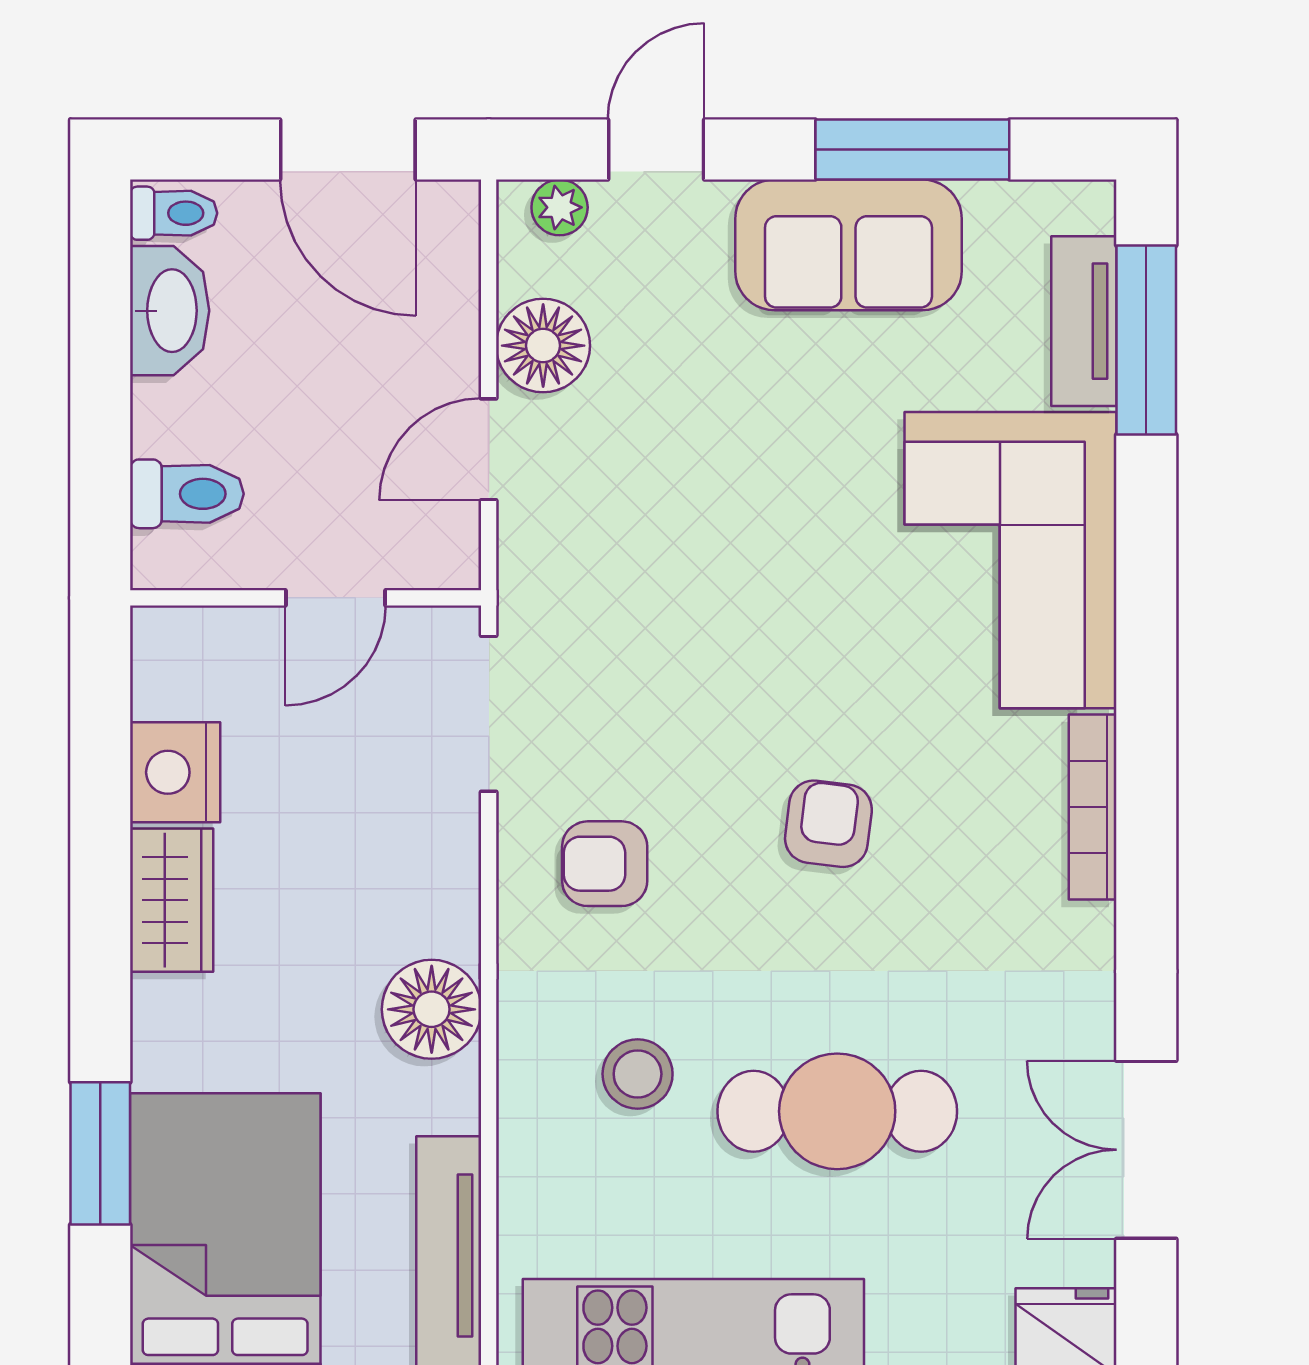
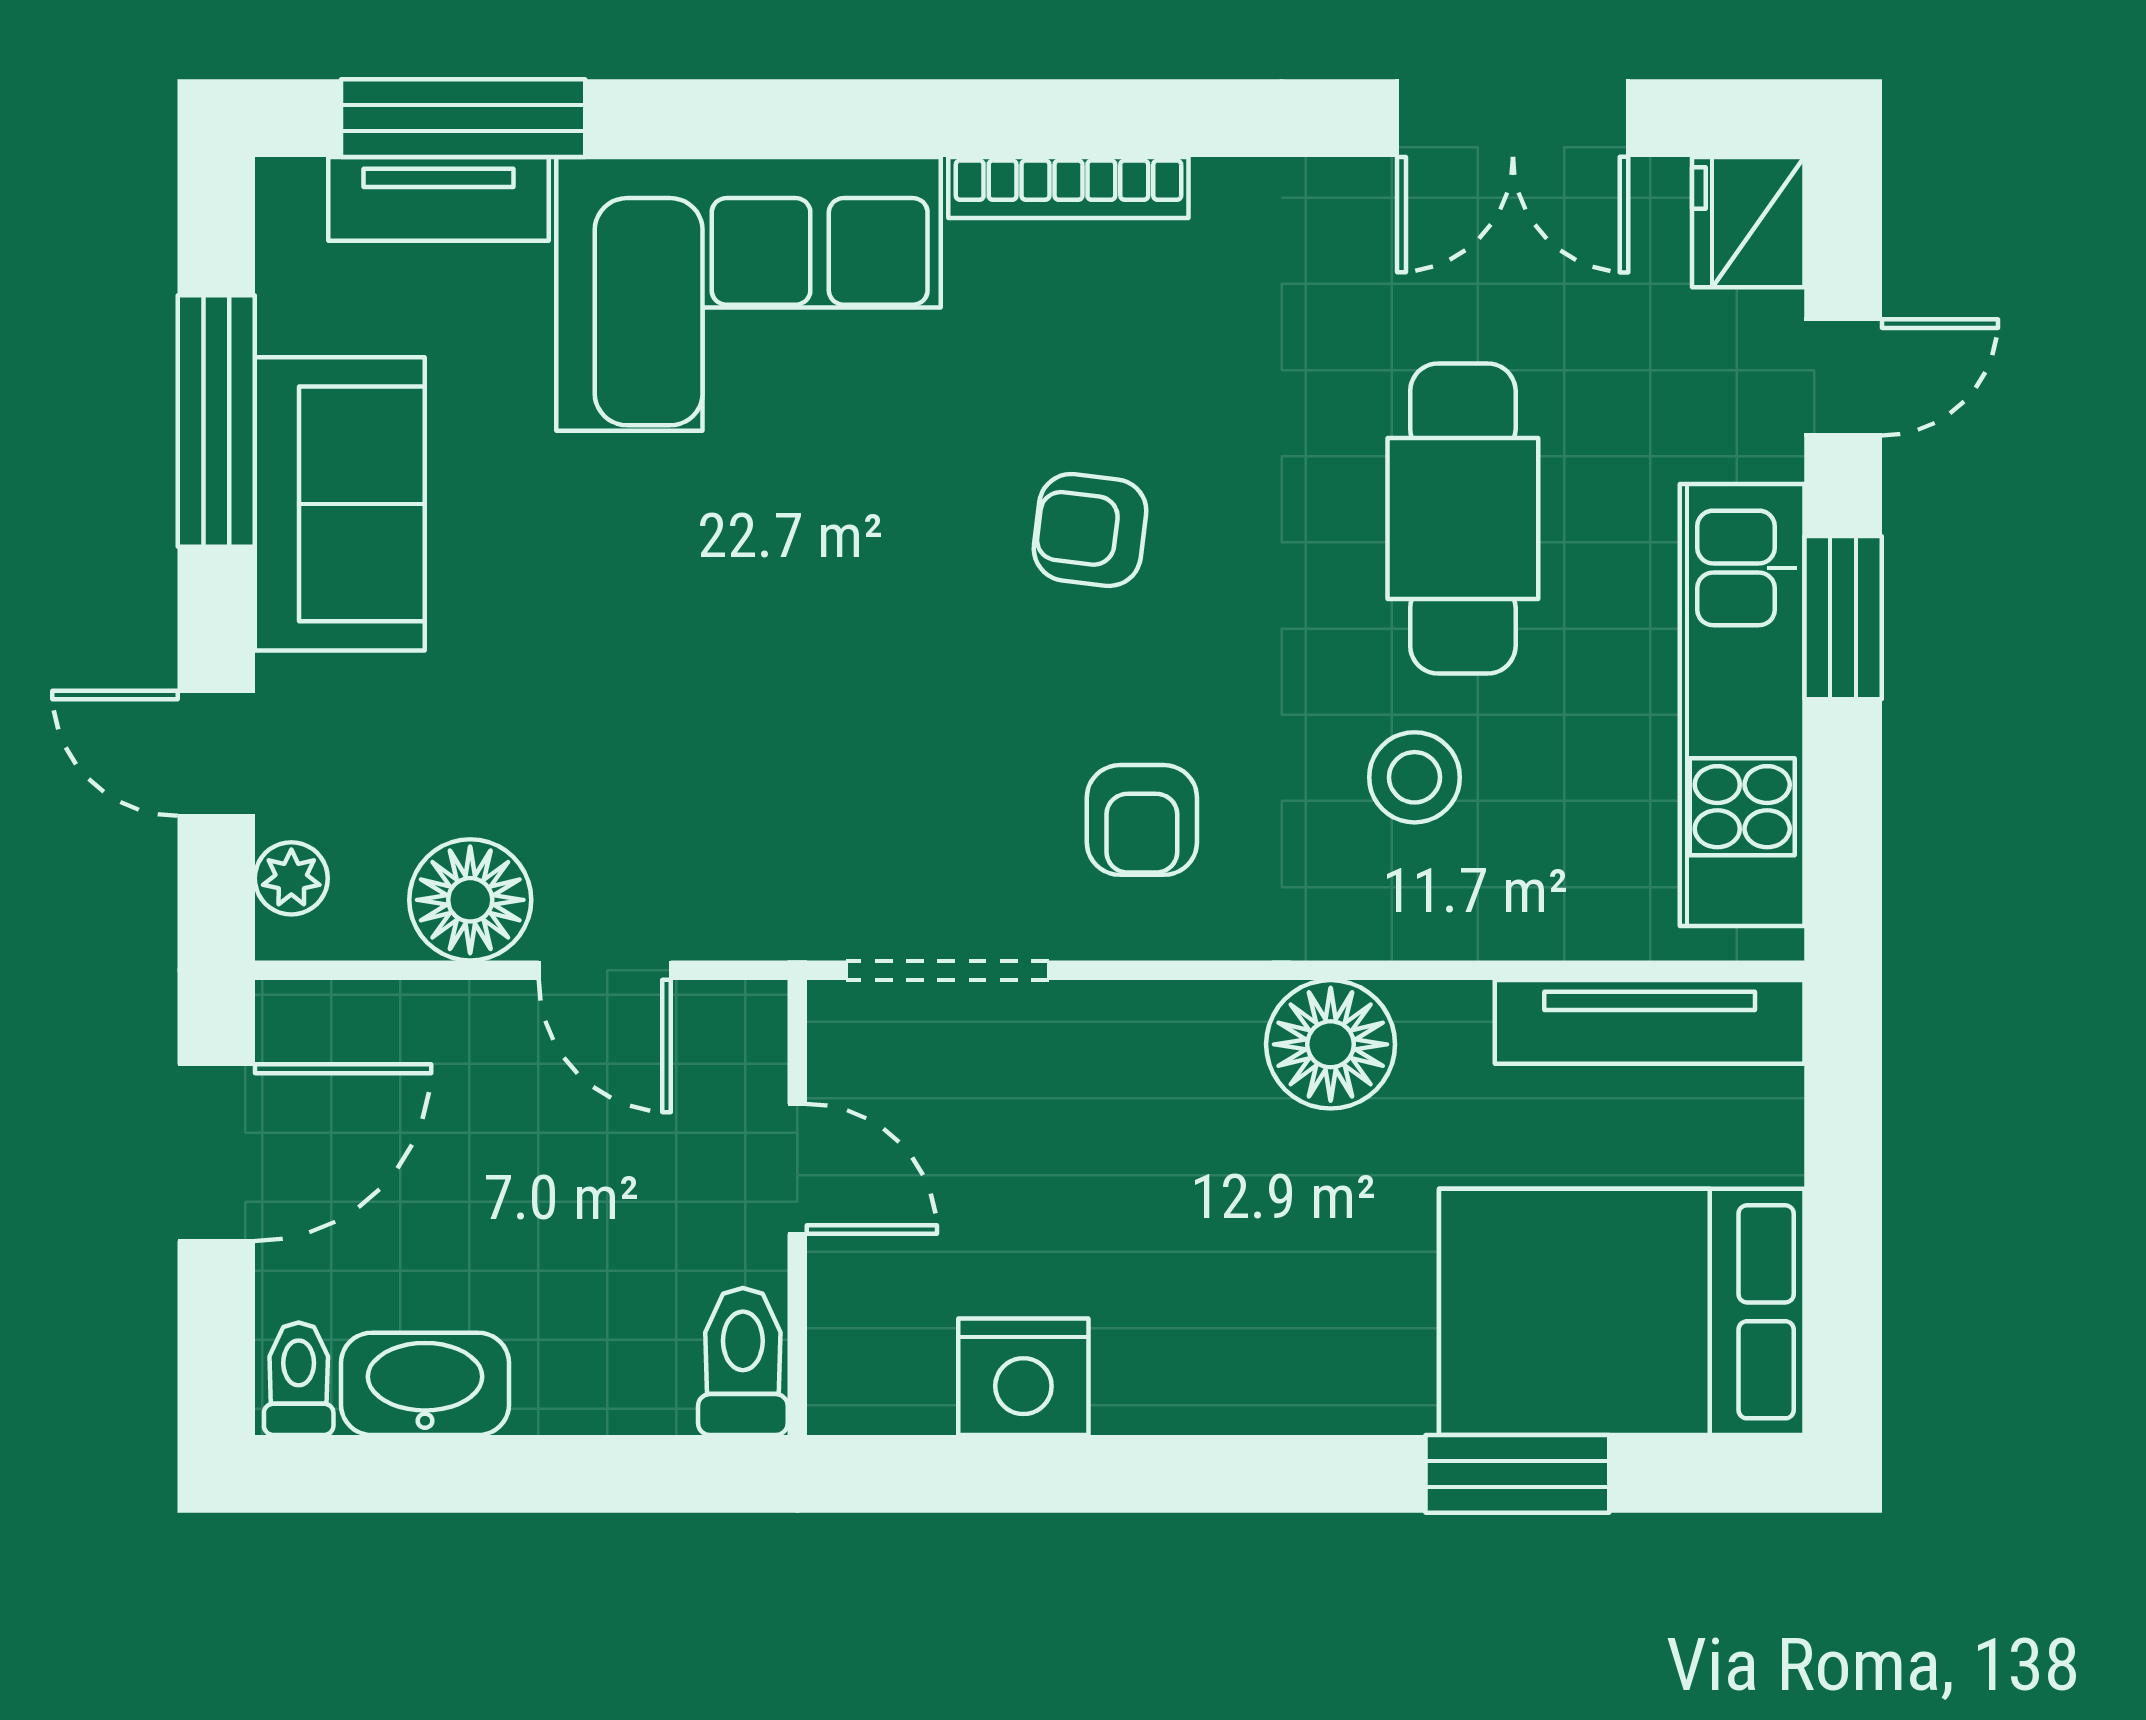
toilet: (187, 494) -> (743, 1361), moved
wardrobe: (172, 900) -> (1189, 1381), removed

